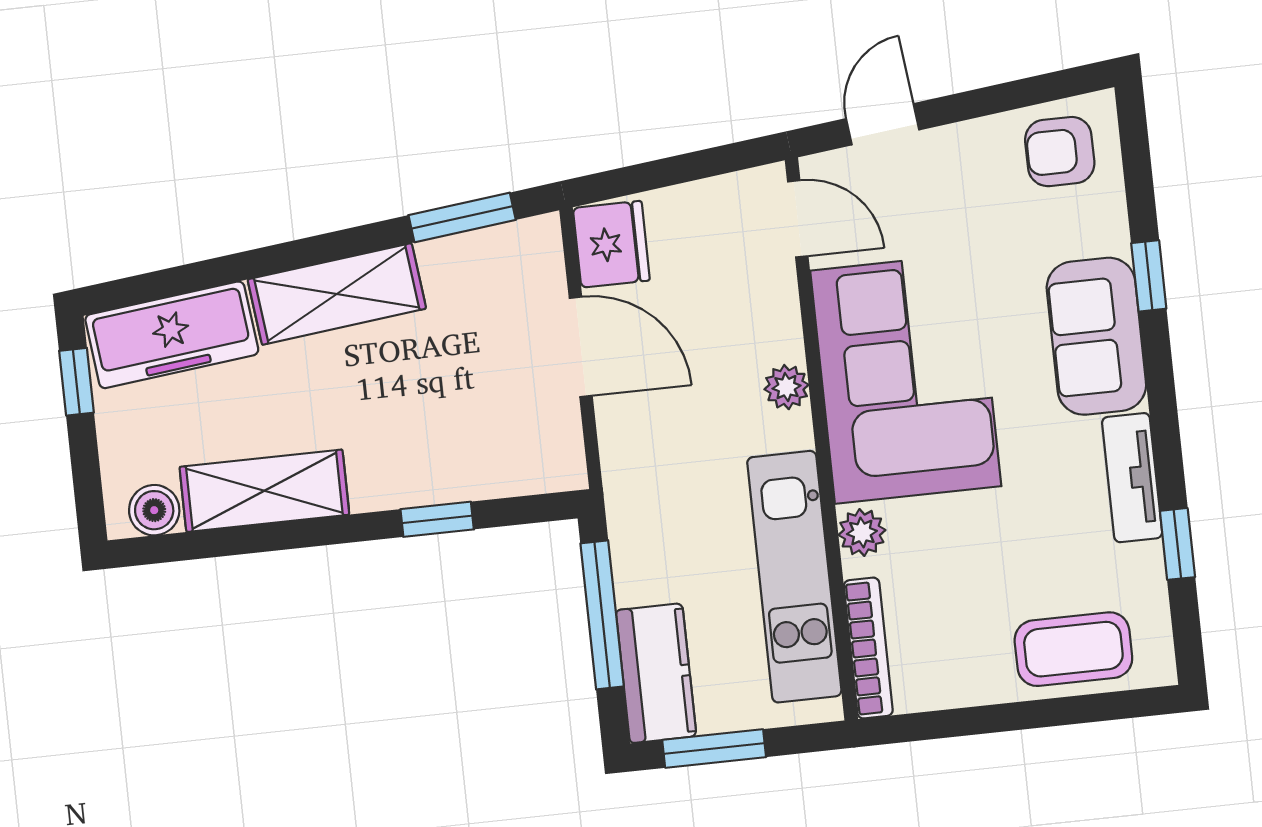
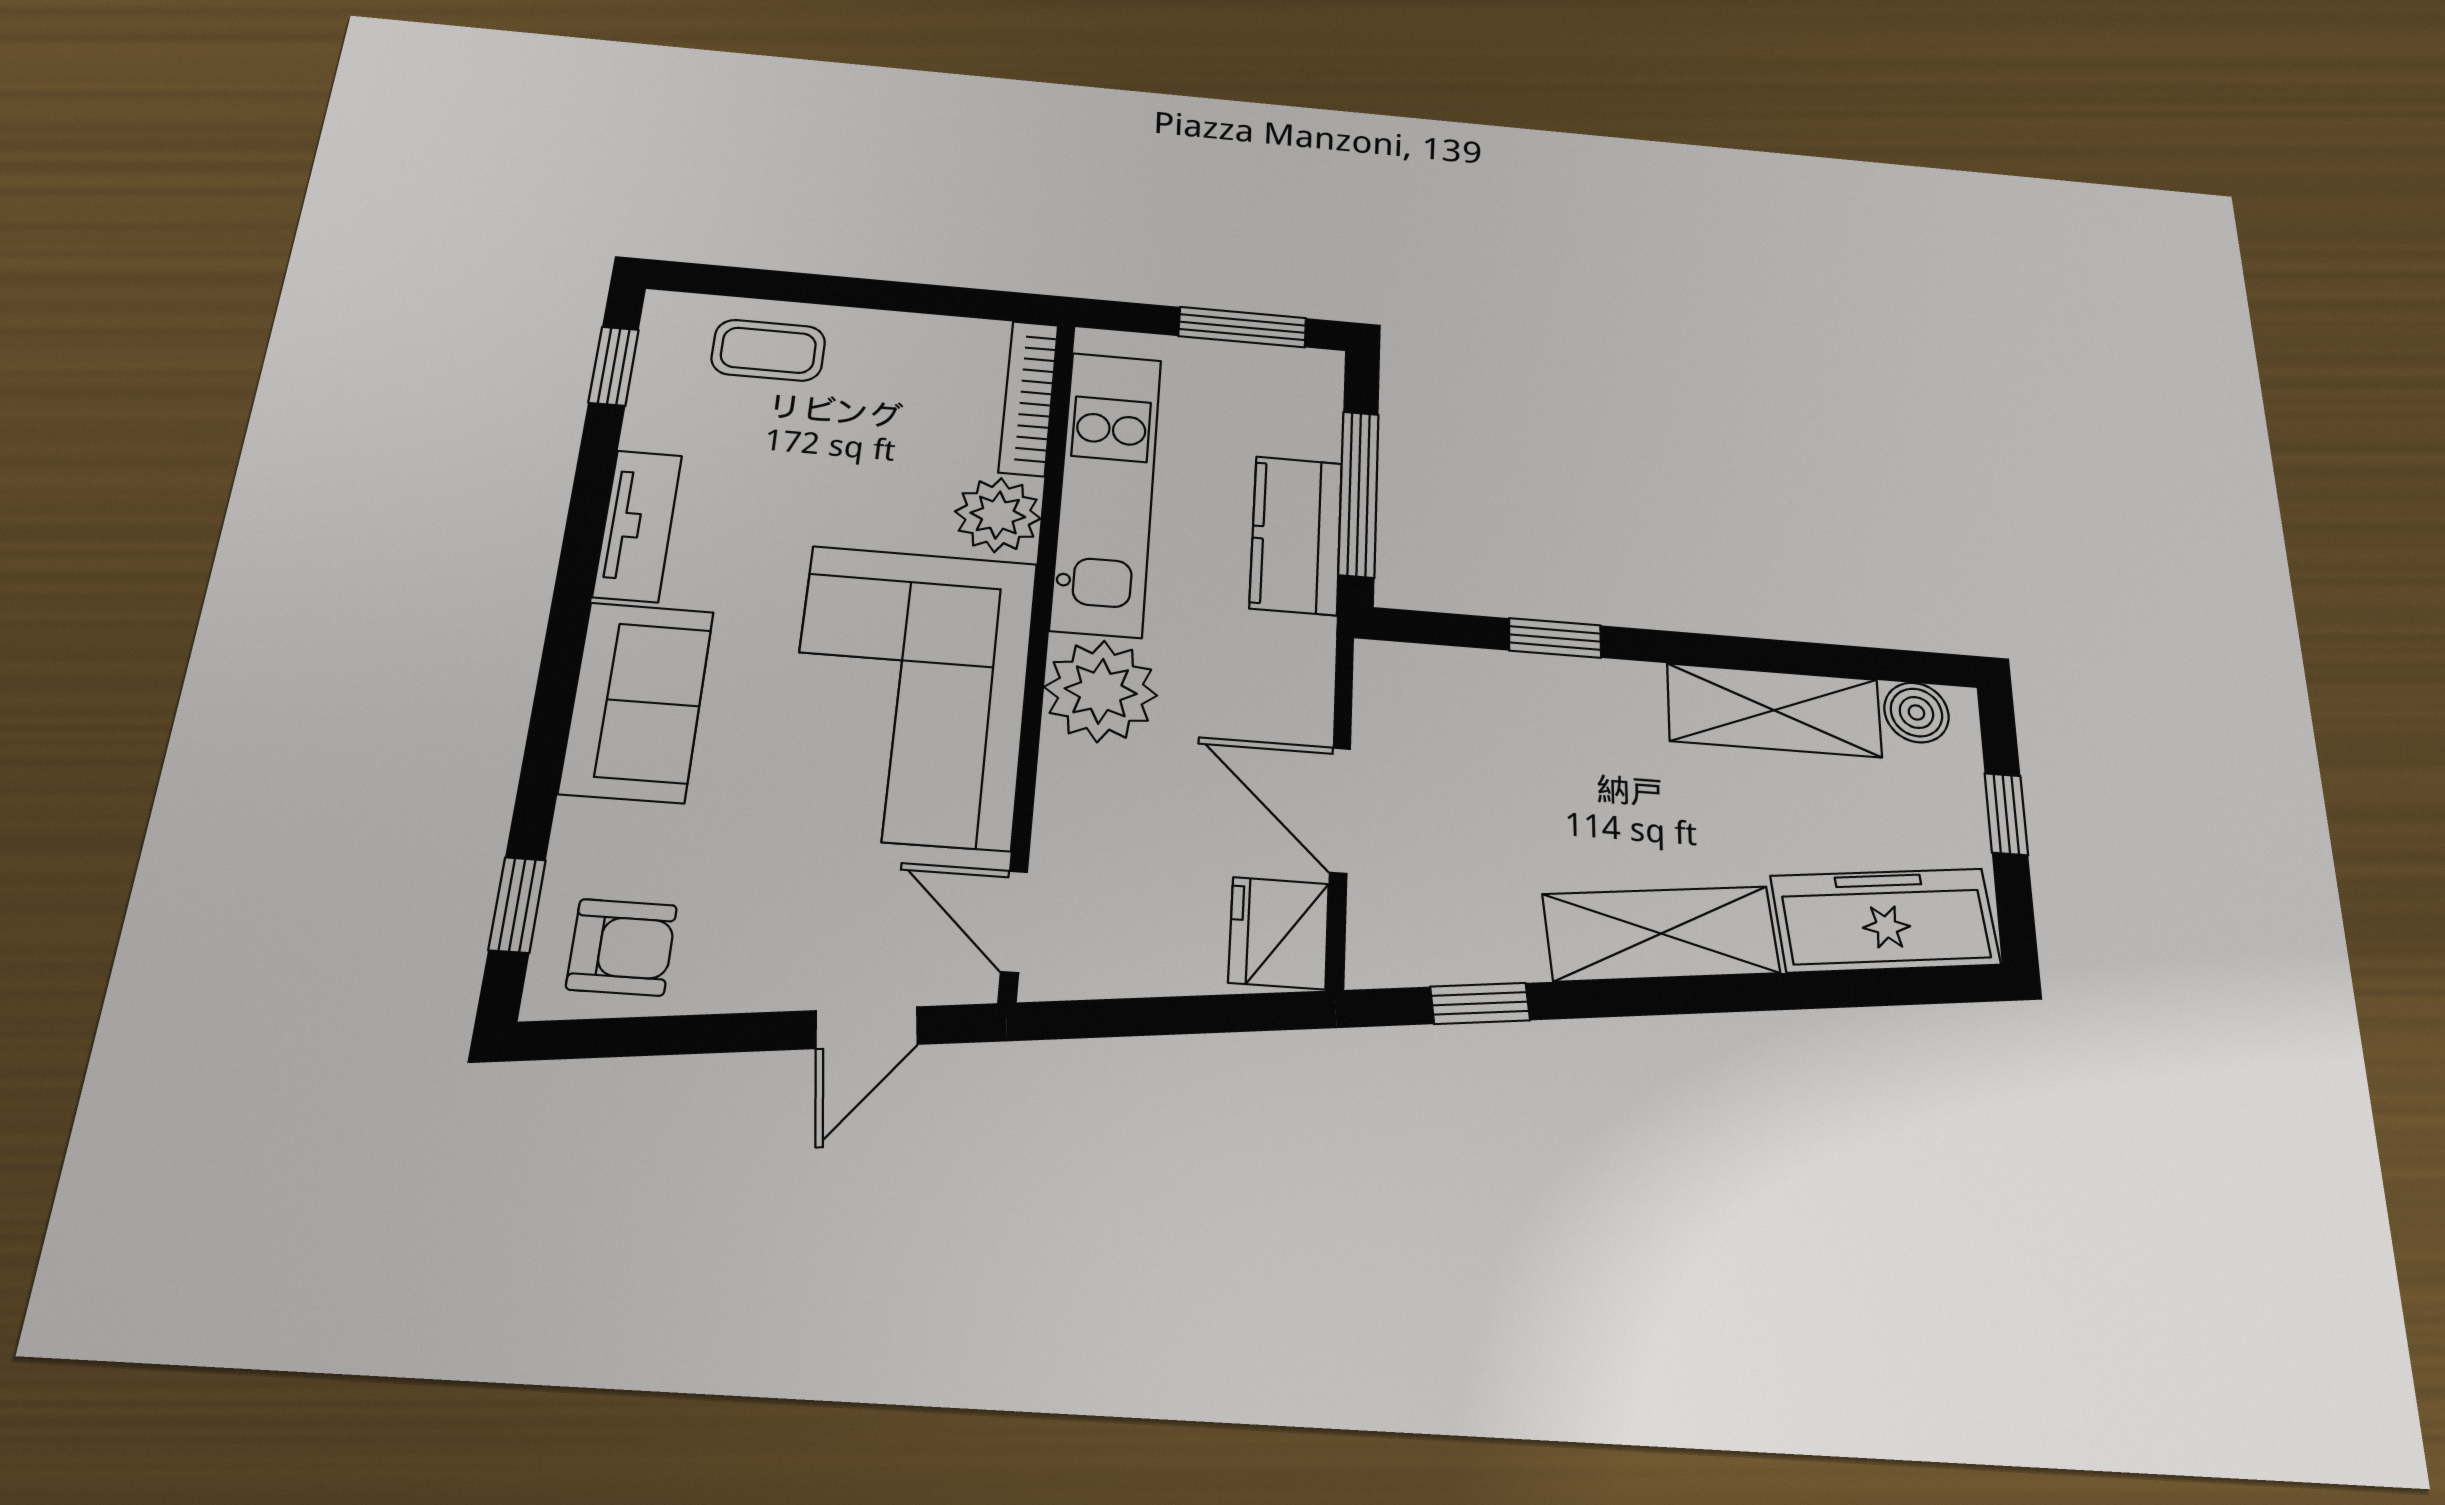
window: (462, 217) -> (1480, 1003), width x0.67
window: (1149, 276) -> (517, 905), moved
window: (76, 382) -> (2006, 814), moved
plant: (787, 387) -> (1101, 691), width x1.87, depth x1.87
plant: (862, 532) -> (998, 515), width x1.38, depth x1.38
window: (1177, 544) -> (614, 366), moved
coffee table: (1073, 649) -> (768, 350), width x0.73, depth x0.77
kitchen counter: (656, 673) -> (1296, 535), moved

